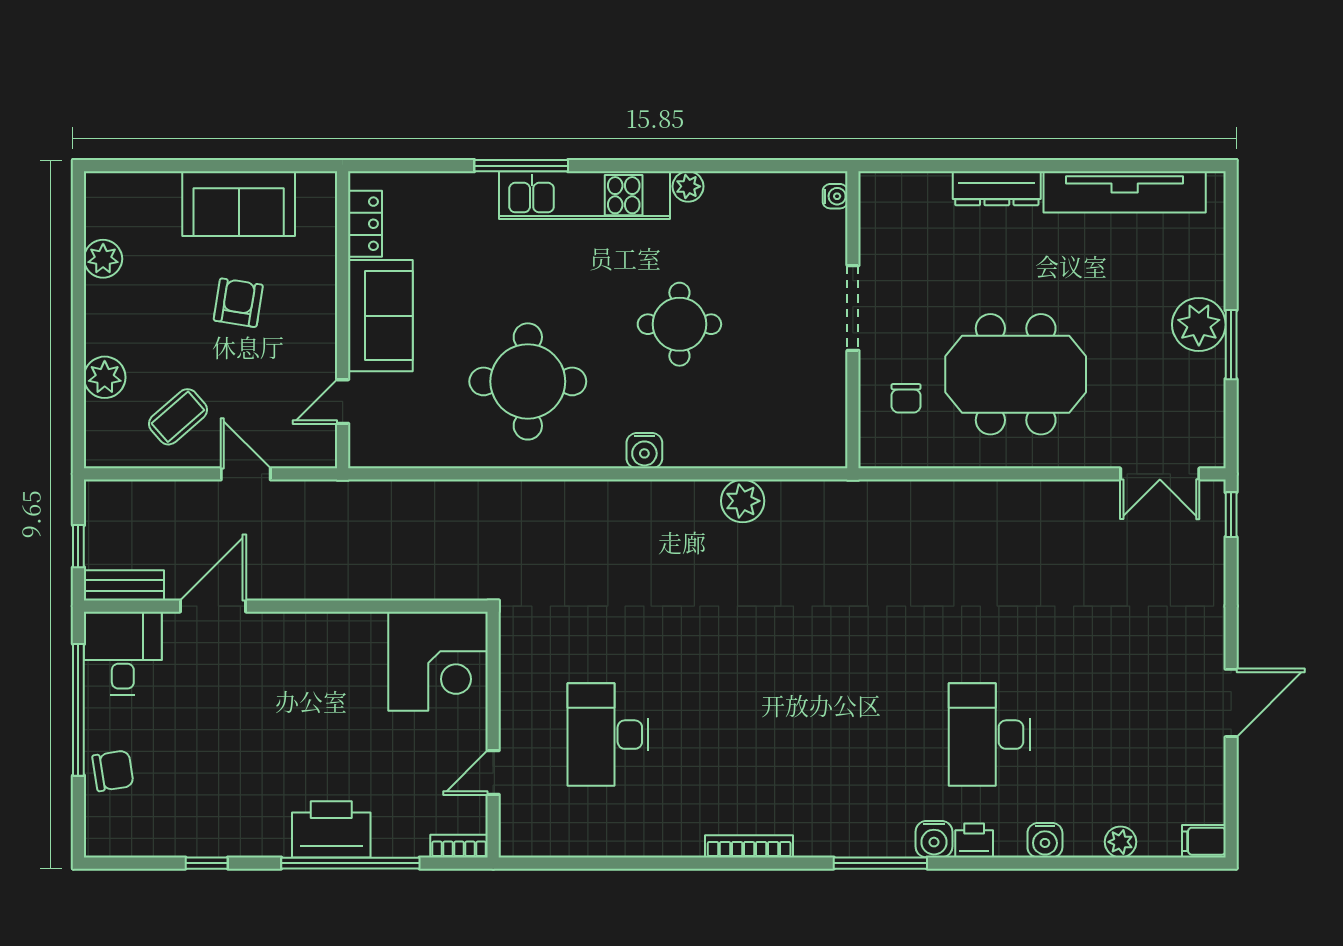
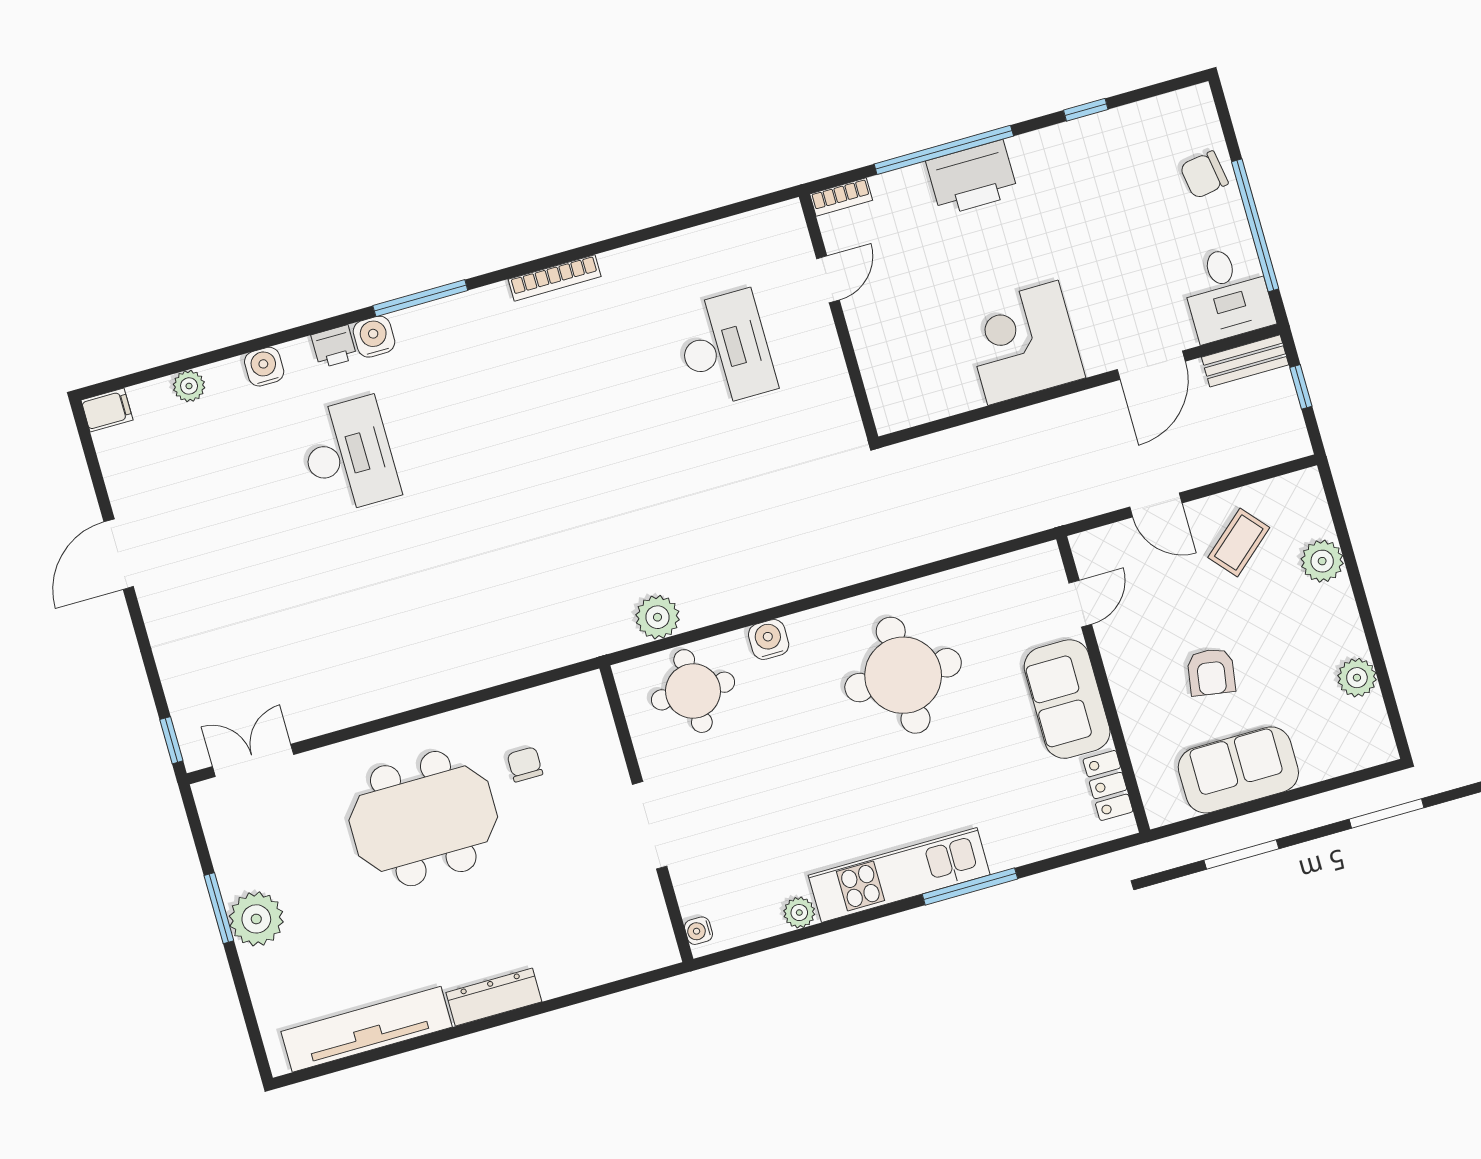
water cooler: (835, 196) -> (698, 931), moved
doorway: (853, 308) -> (650, 825), moved
wall: (853, 320) -> (646, 814), moved
round table: (679, 324) -> (693, 691), moved
corner desk: (438, 661) -> (1023, 343), moved

